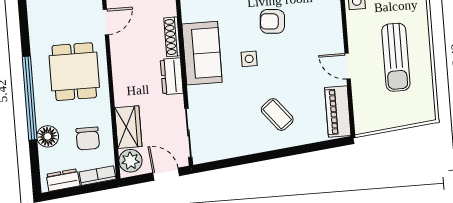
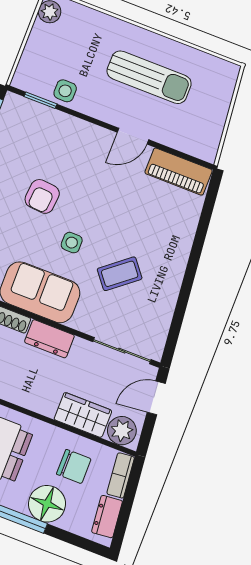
coffee table: (277, 115) -> (120, 274), moved
floor lamp: (48, 136) -> (47, 504), width x1.38, depth x1.38

